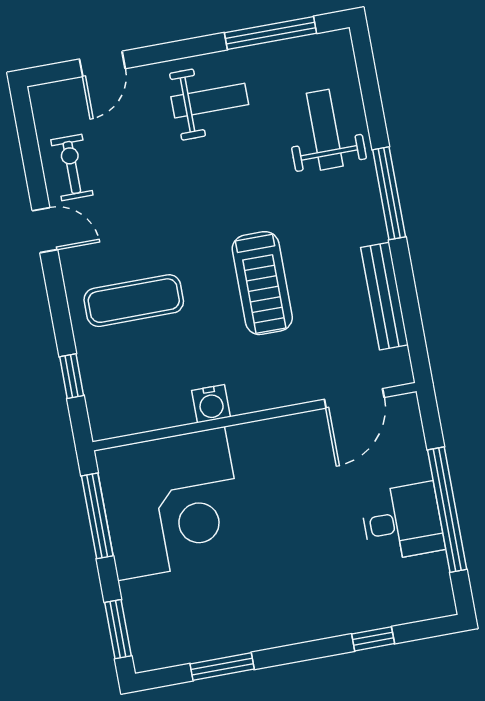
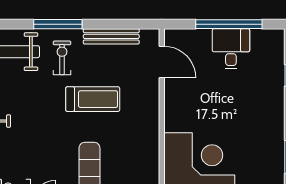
exercise bike: (328, 212) -> (62, 58), added
water cooler: (211, 404) -> (151, 137), removed

